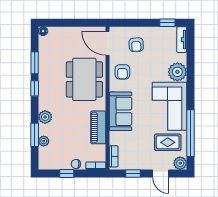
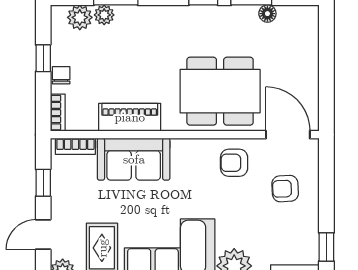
floor lamp: (43, 31) -> (267, 14), moved
door: (108, 43) -> (288, 135), hinge flipped
sofa: (121, 111) -> (134, 159), moved
plant: (45, 117) -> (80, 17), moved

